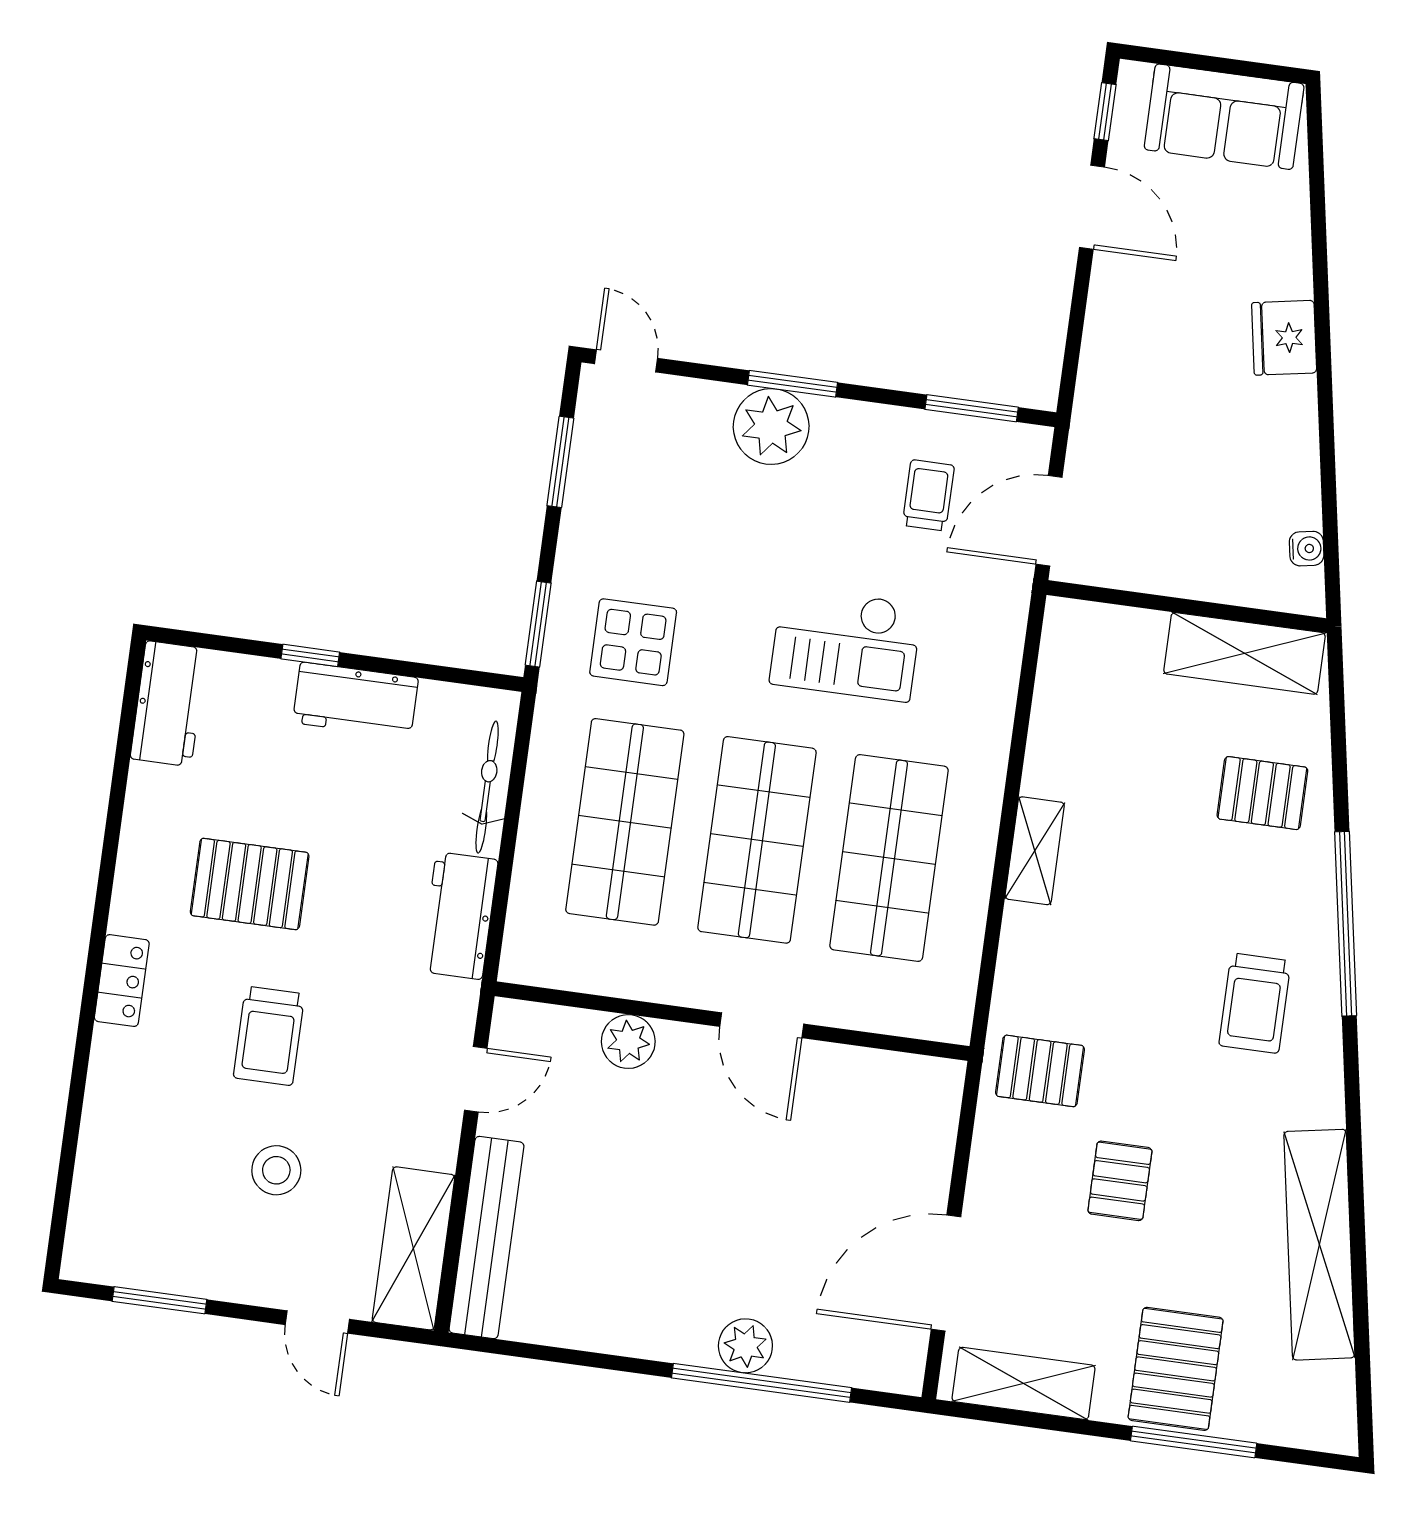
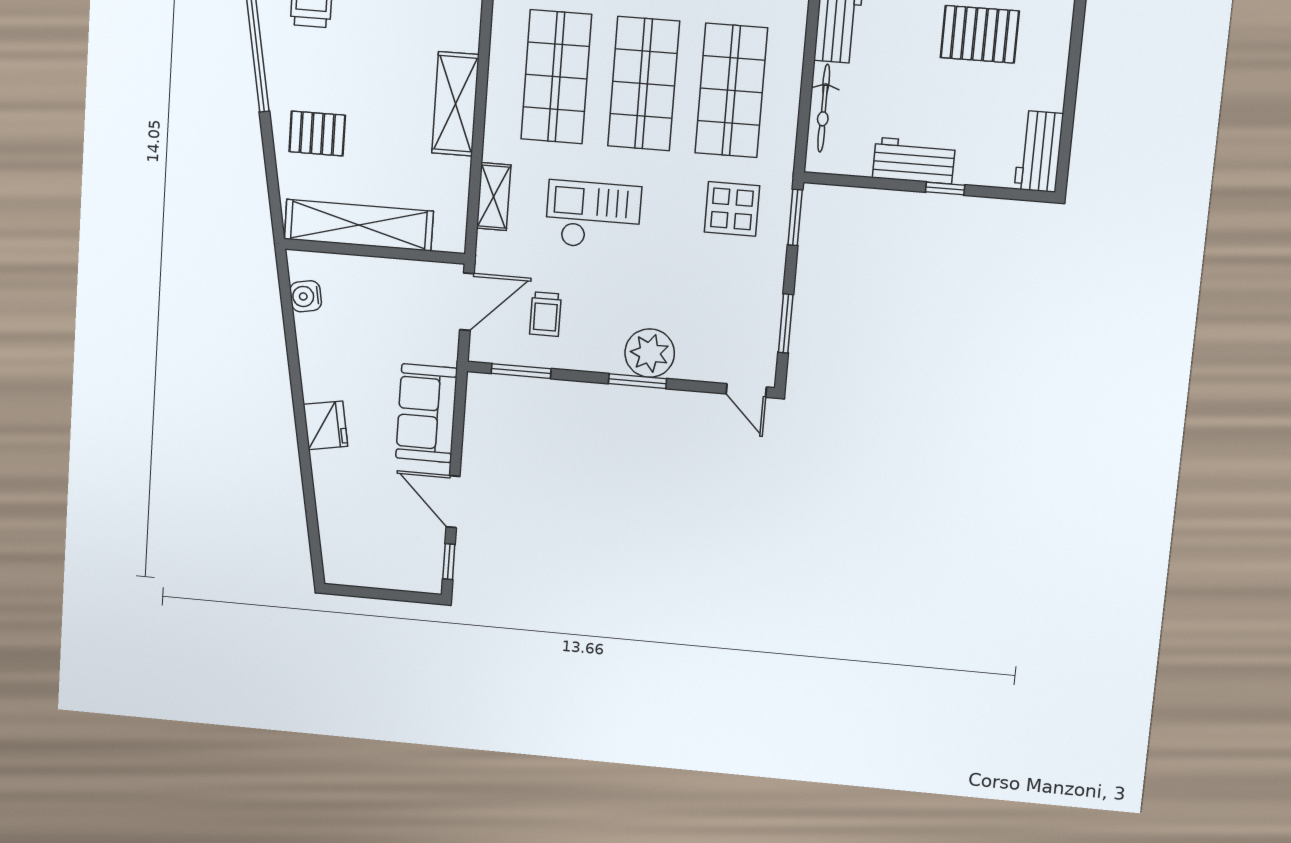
sofa: (1224, 117) -> (427, 413), moved, turned -90
water cooler: (1307, 549) -> (306, 296), width x1.38, depth x1.38
shelving: (1244, 653) -> (359, 225), width x1.47
shelving: (996, 681) -> (494, 197), added
shelving: (1035, 851) -> (455, 104), width x1.50, depth x1.33

